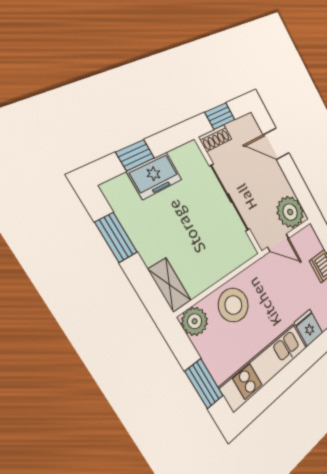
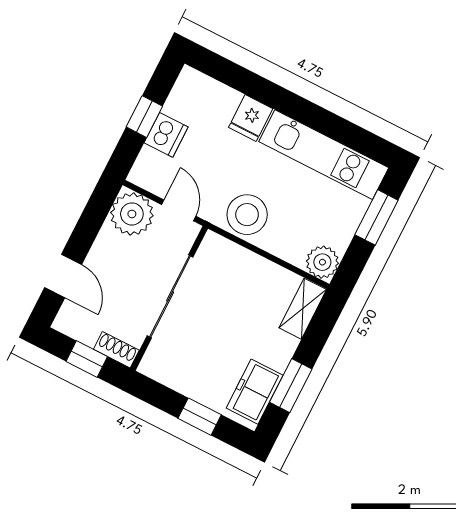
freezer: (155, 176) -> (255, 392), moved, turned -90
stool: (233, 305) -> (247, 215), moved

